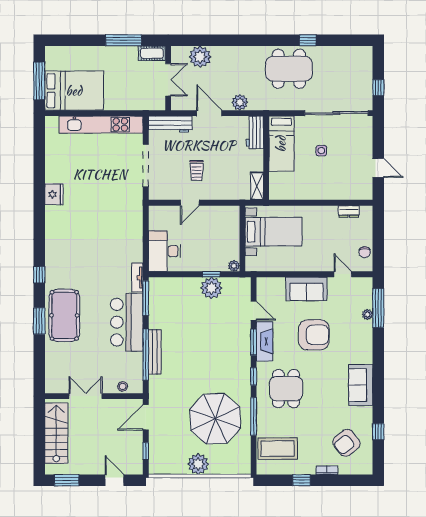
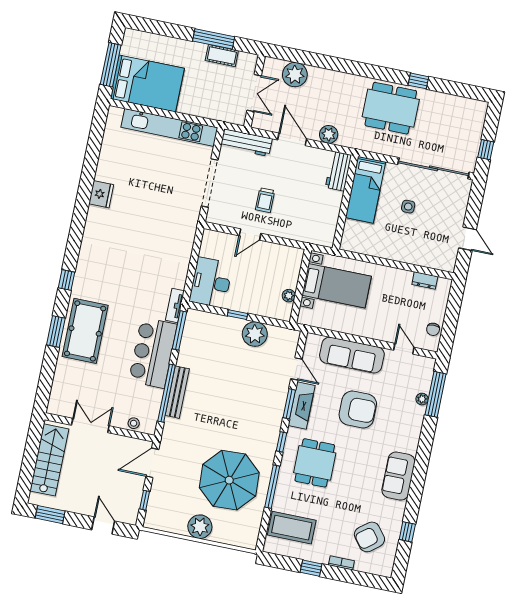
cot: (152, 53) -> (222, 56), moved
shelving: (257, 186) -> (329, 231), removed
plant: (234, 266) -> (289, 296), moved
window: (211, 274) -> (238, 315), moved
sofa: (306, 289) -> (352, 355), width x1.36

